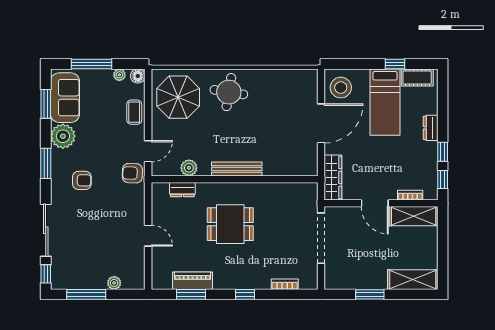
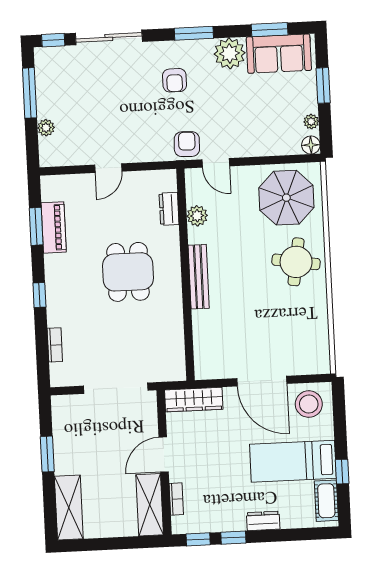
window: (92, 64) -> (323, 85), width x0.69
coffee table: (134, 112) -> (265, 143), removed

